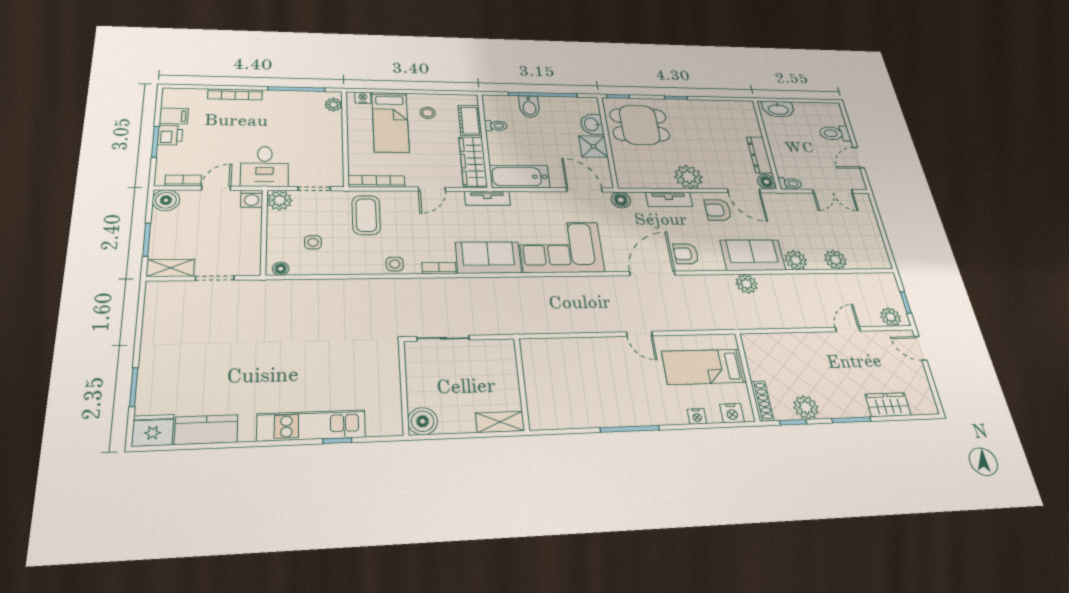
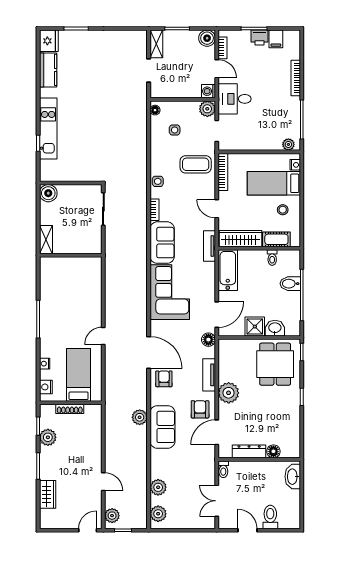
floor lamp: (766, 182) -> (273, 451), moved
plant: (796, 260) -> (158, 514), moved
shoe rack: (762, 401) -> (70, 409), moved

